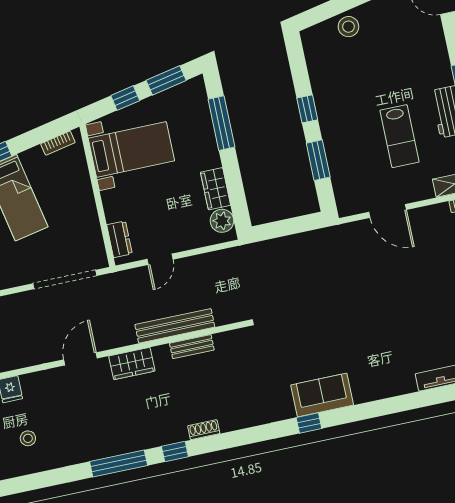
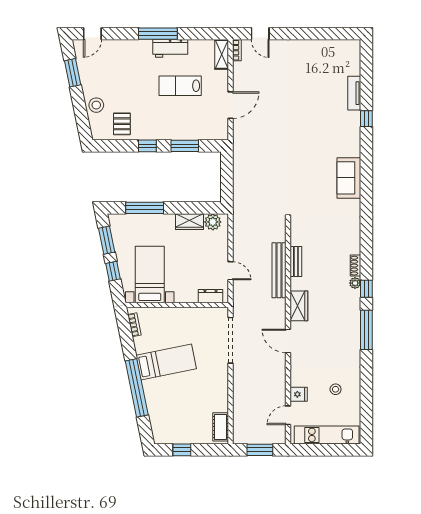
pallet: (330, 67) -> (122, 124), added
lab bench: (400, 136) -> (180, 86), turned 180
window: (309, 423) -> (366, 119), moved
plant: (180, 434) -> (355, 283), added

